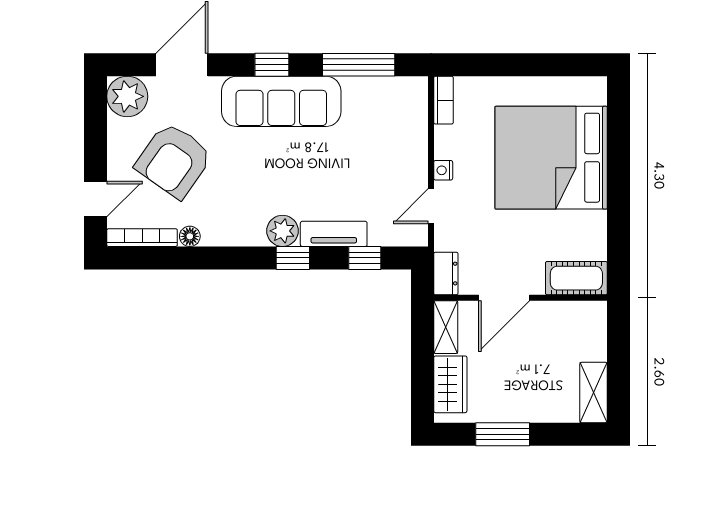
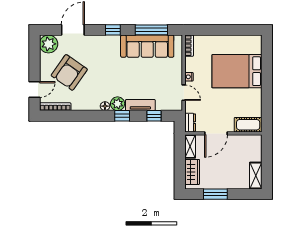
sofa: (281, 101) -> (147, 46), moved
bed: (551, 158) -> (237, 71), width x0.73
door: (431, 206) -> (184, 93), swing flipped
floor lamp: (190, 236) -> (105, 106), moved

